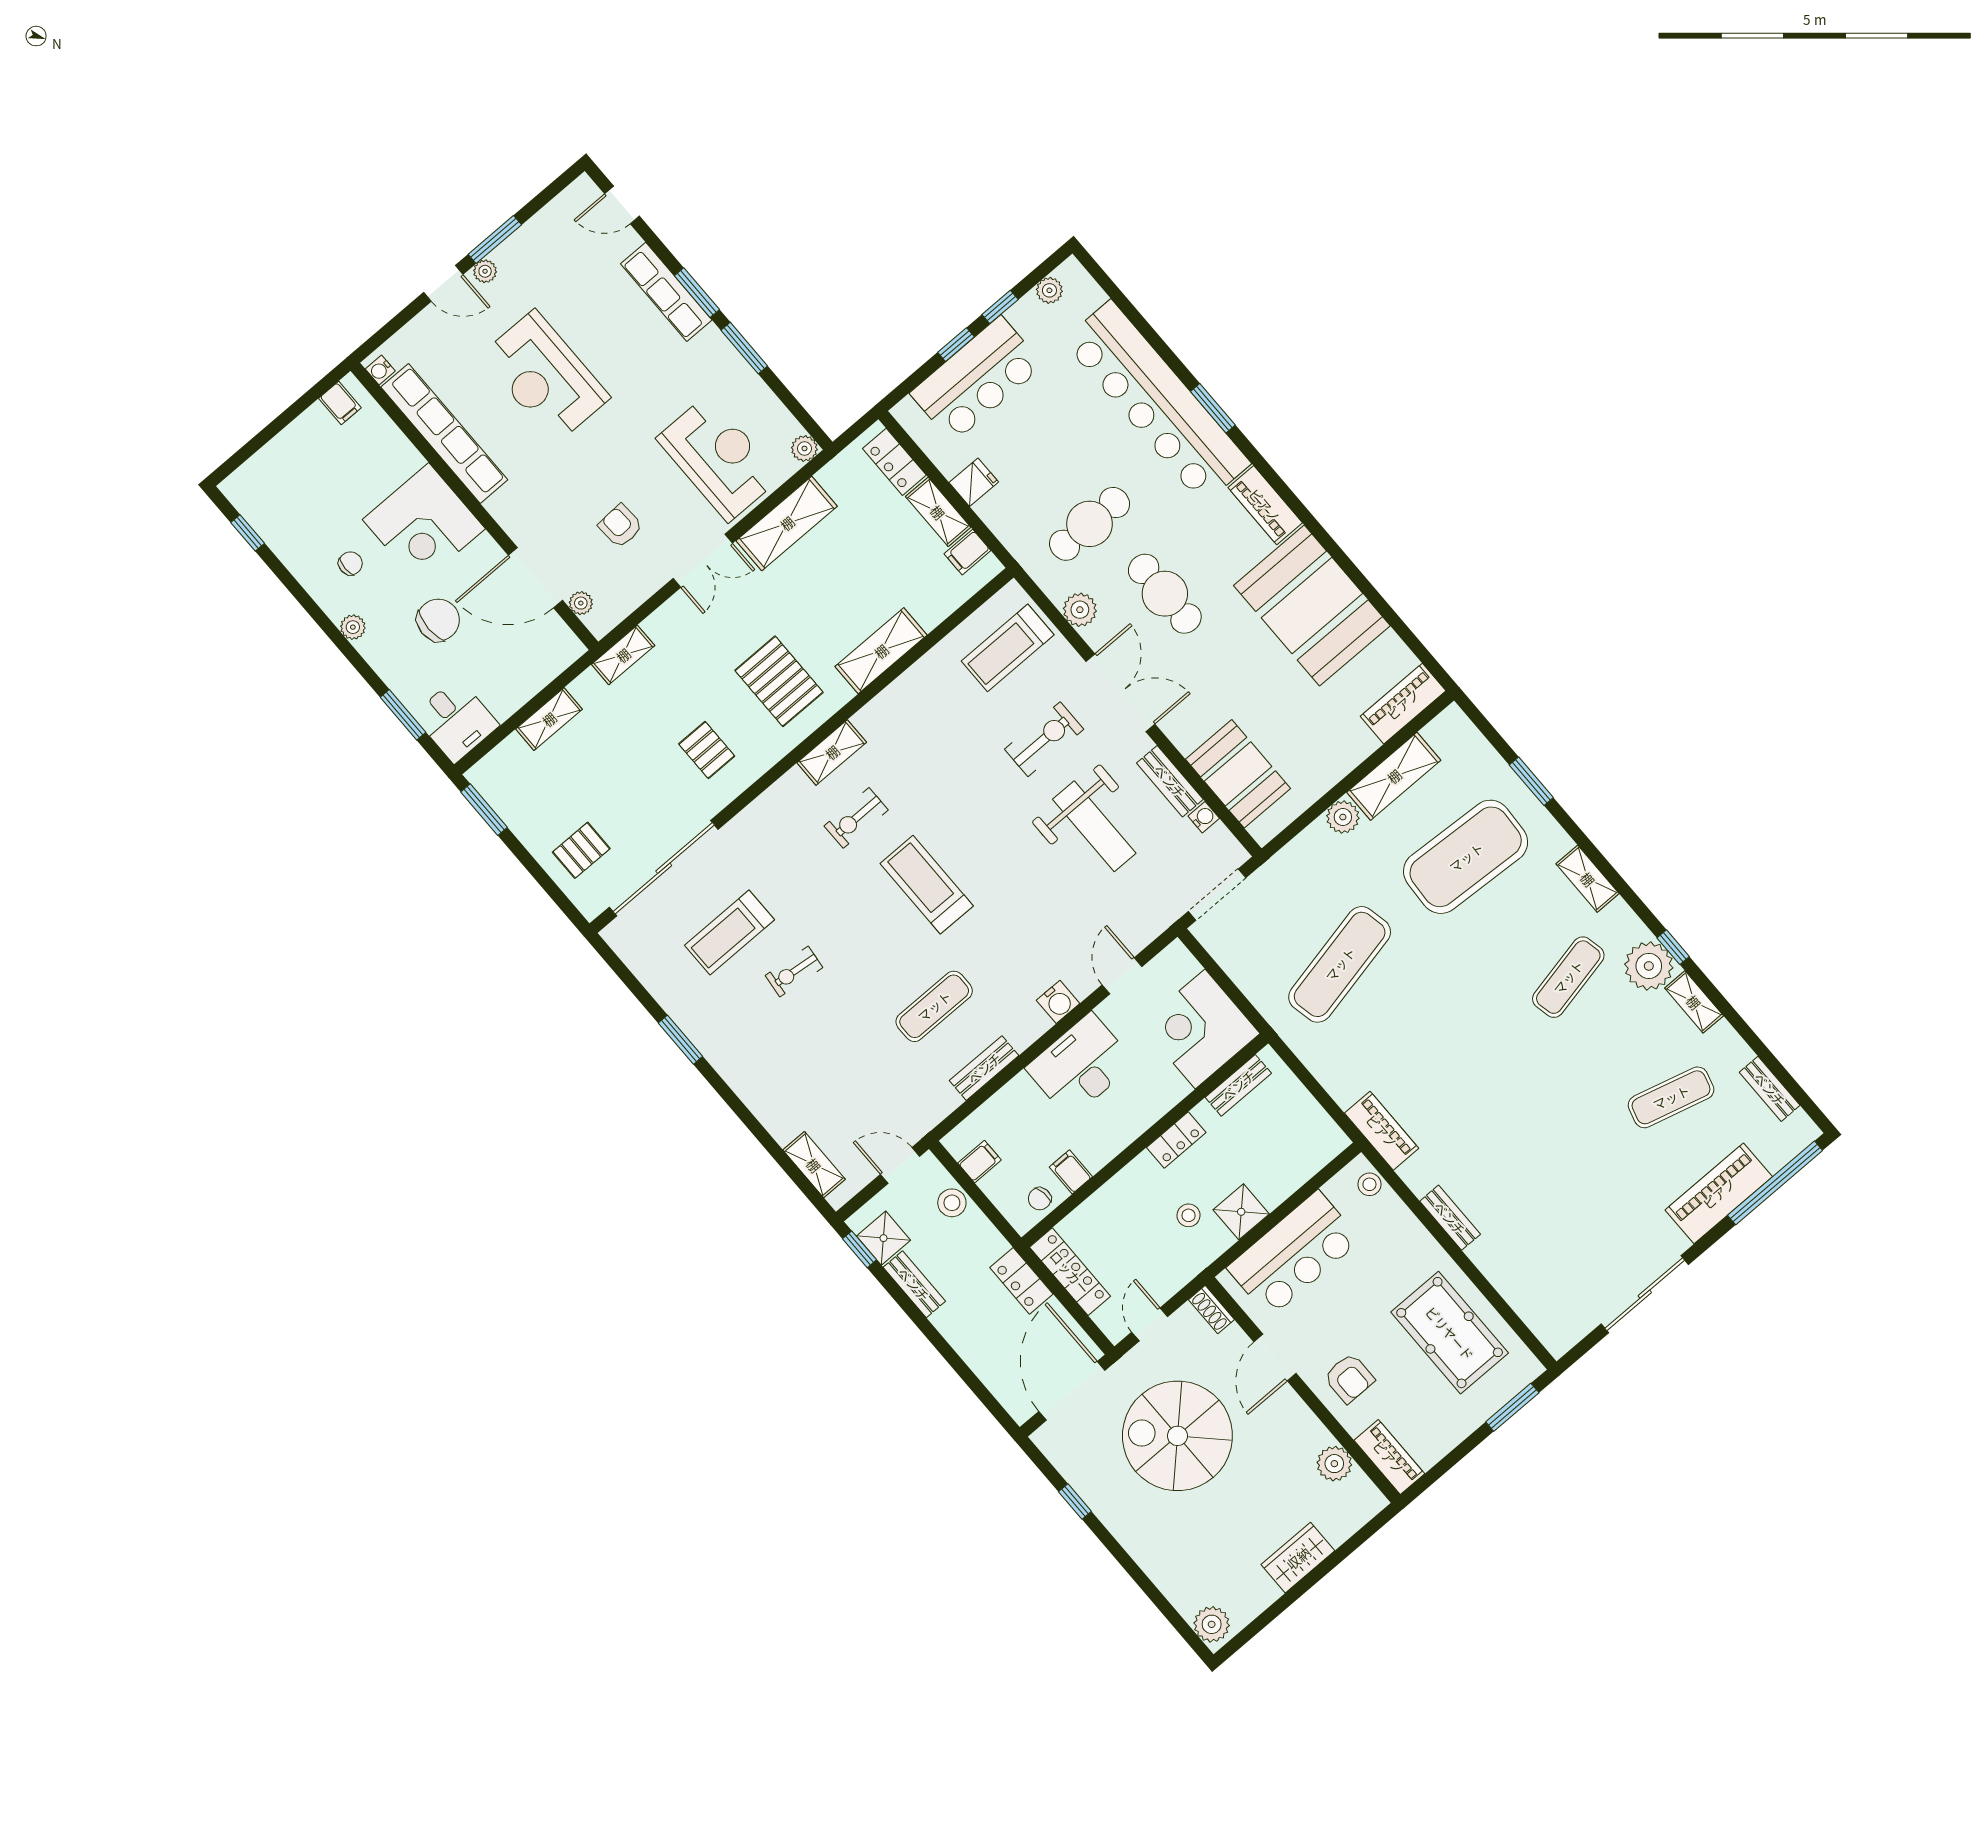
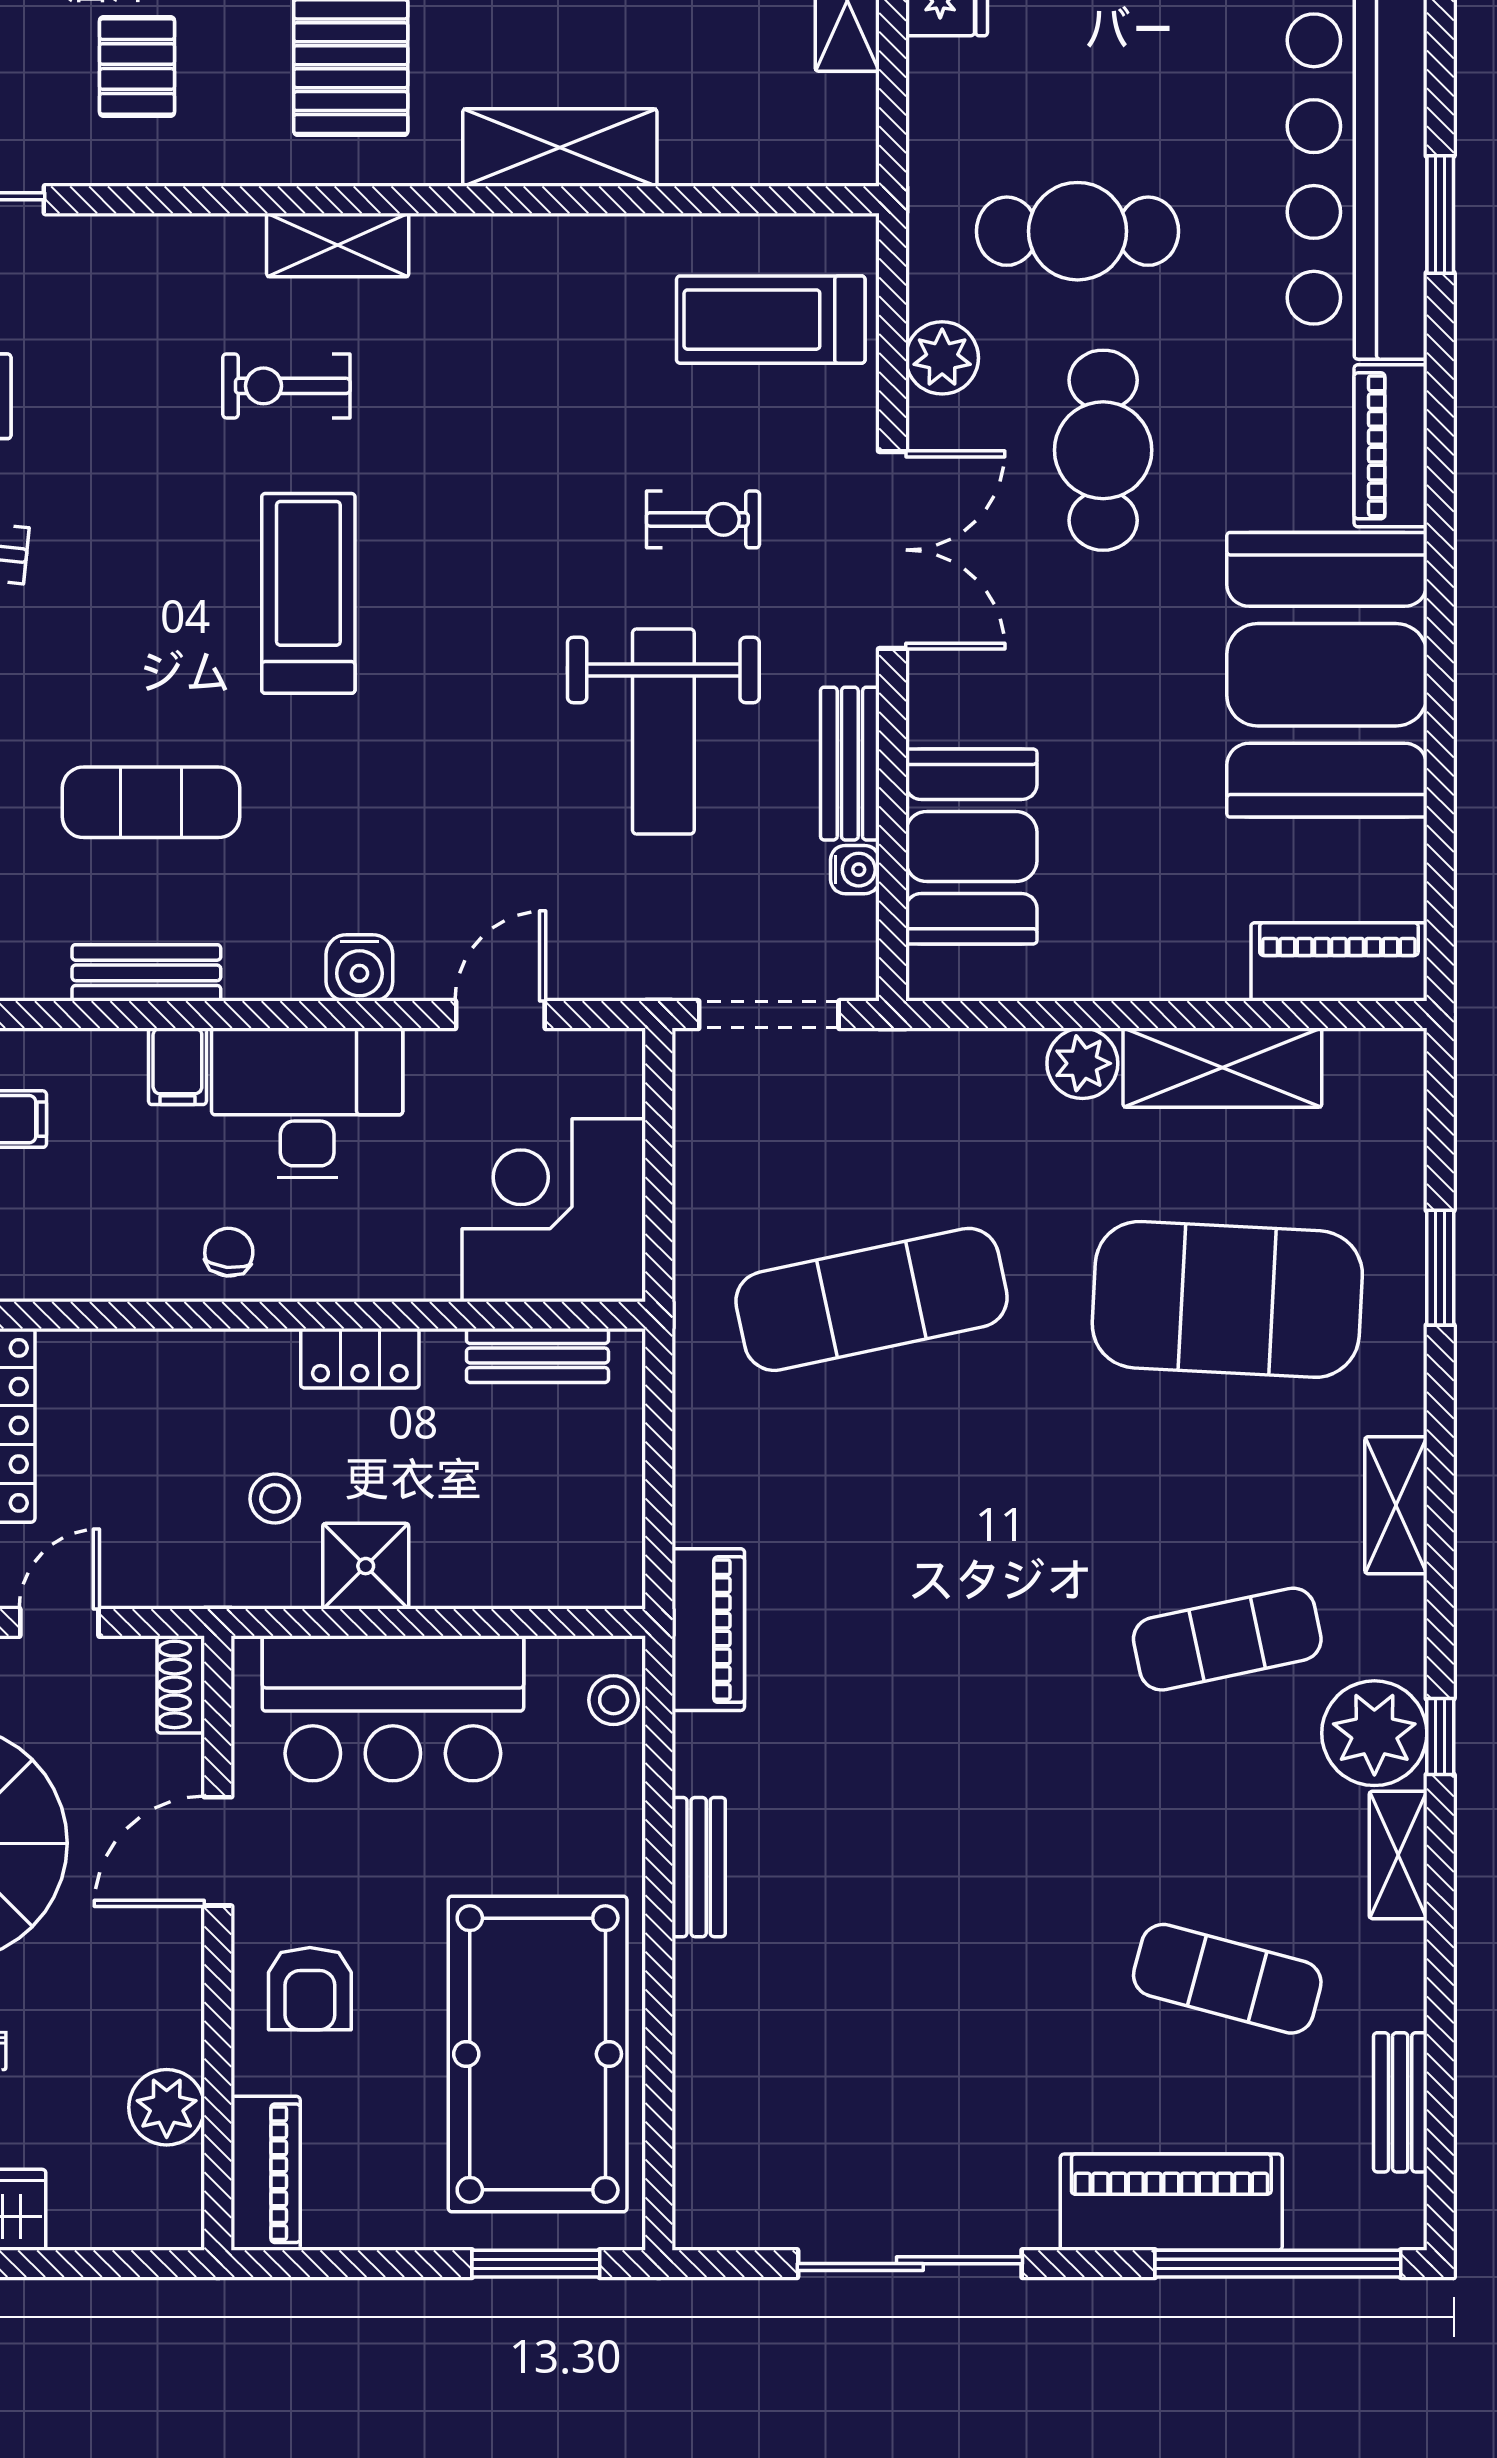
filing cabinet: (967, 552) -> (839, 107), removed
exercise bike: (1044, 739) -> (703, 519), width x0.73, depth x0.72
filing cabinet: (1071, 1172) -> (177, 1066), moved, turned 180
chair: (1040, 1199) -> (229, 1252), moved, turned 105
pool table: (1450, 1333) -> (538, 2054), width x1.36, depth x1.32

